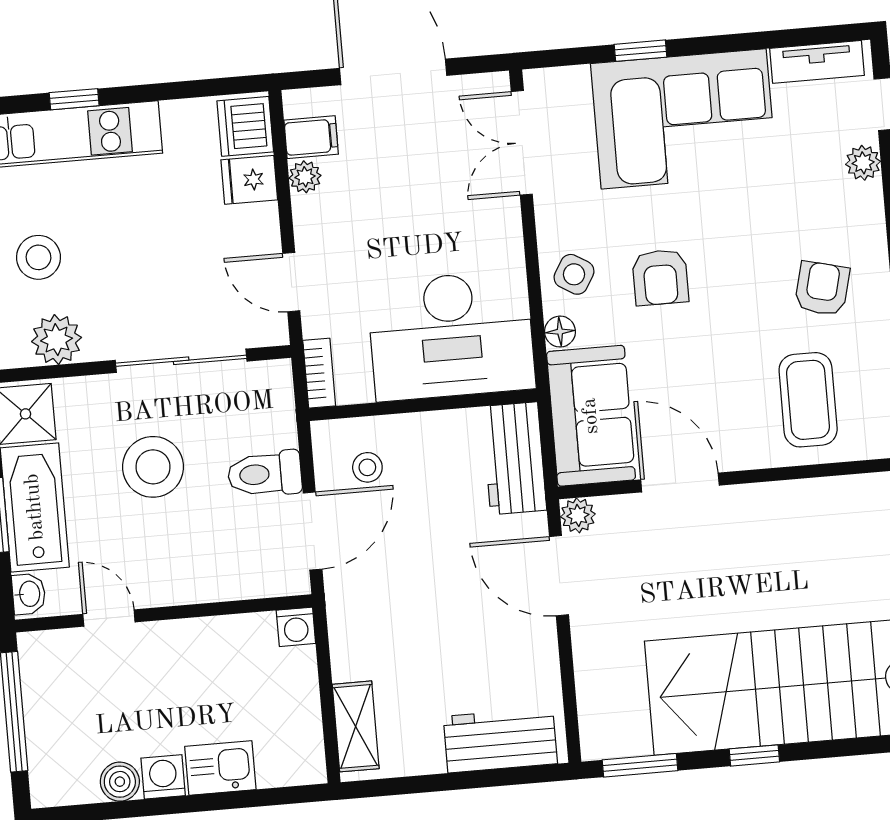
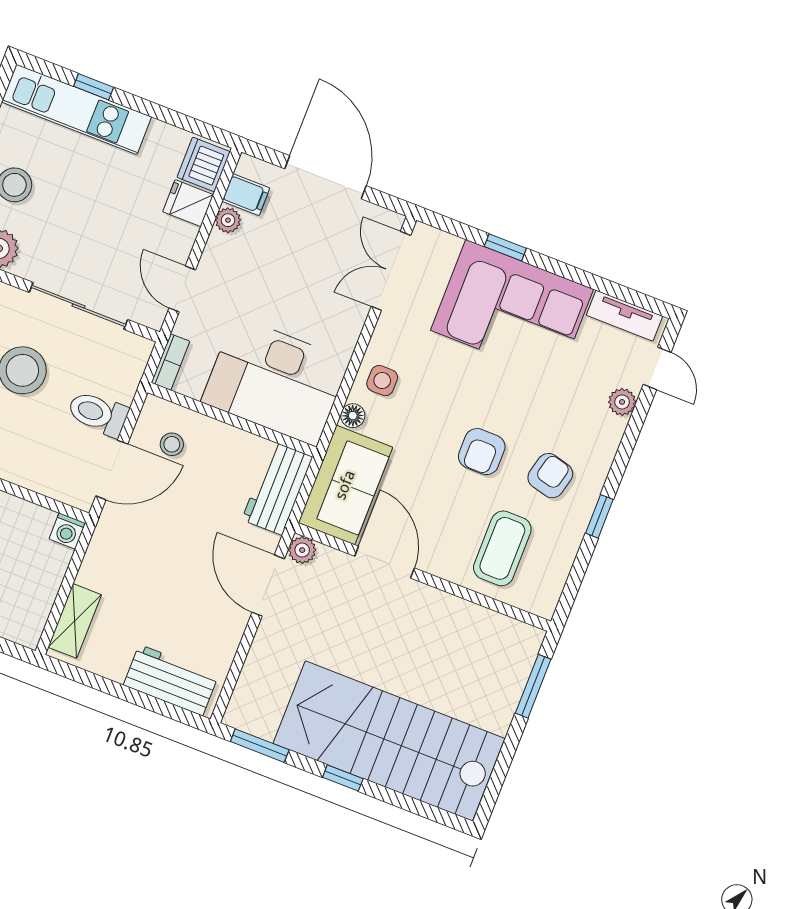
side table: (574, 274) -> (382, 381), turned -31
armchair: (660, 277) -> (482, 452), moved

